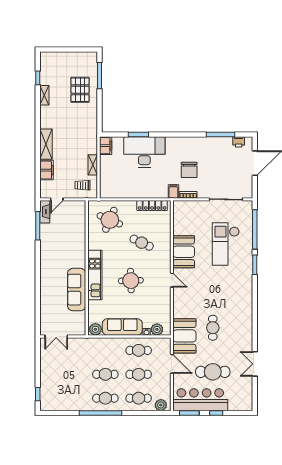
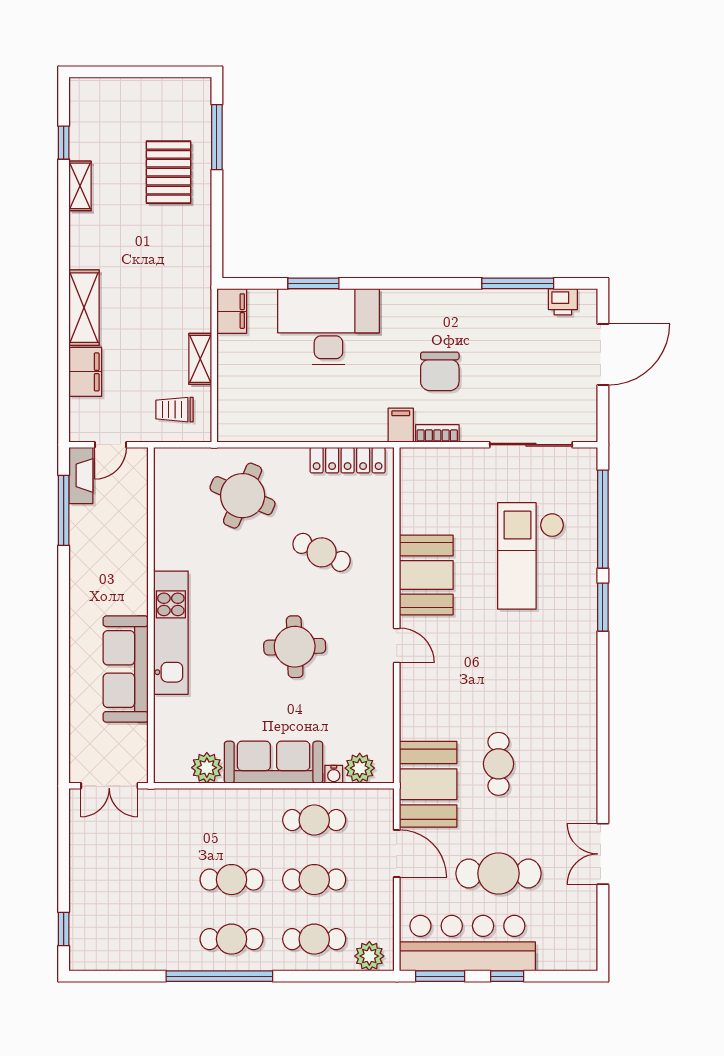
wall: (87, 268) -> (151, 615), moved
kitchen unit: (95, 275) -> (171, 633), moved
sofa: (77, 290) -> (126, 669), moved

